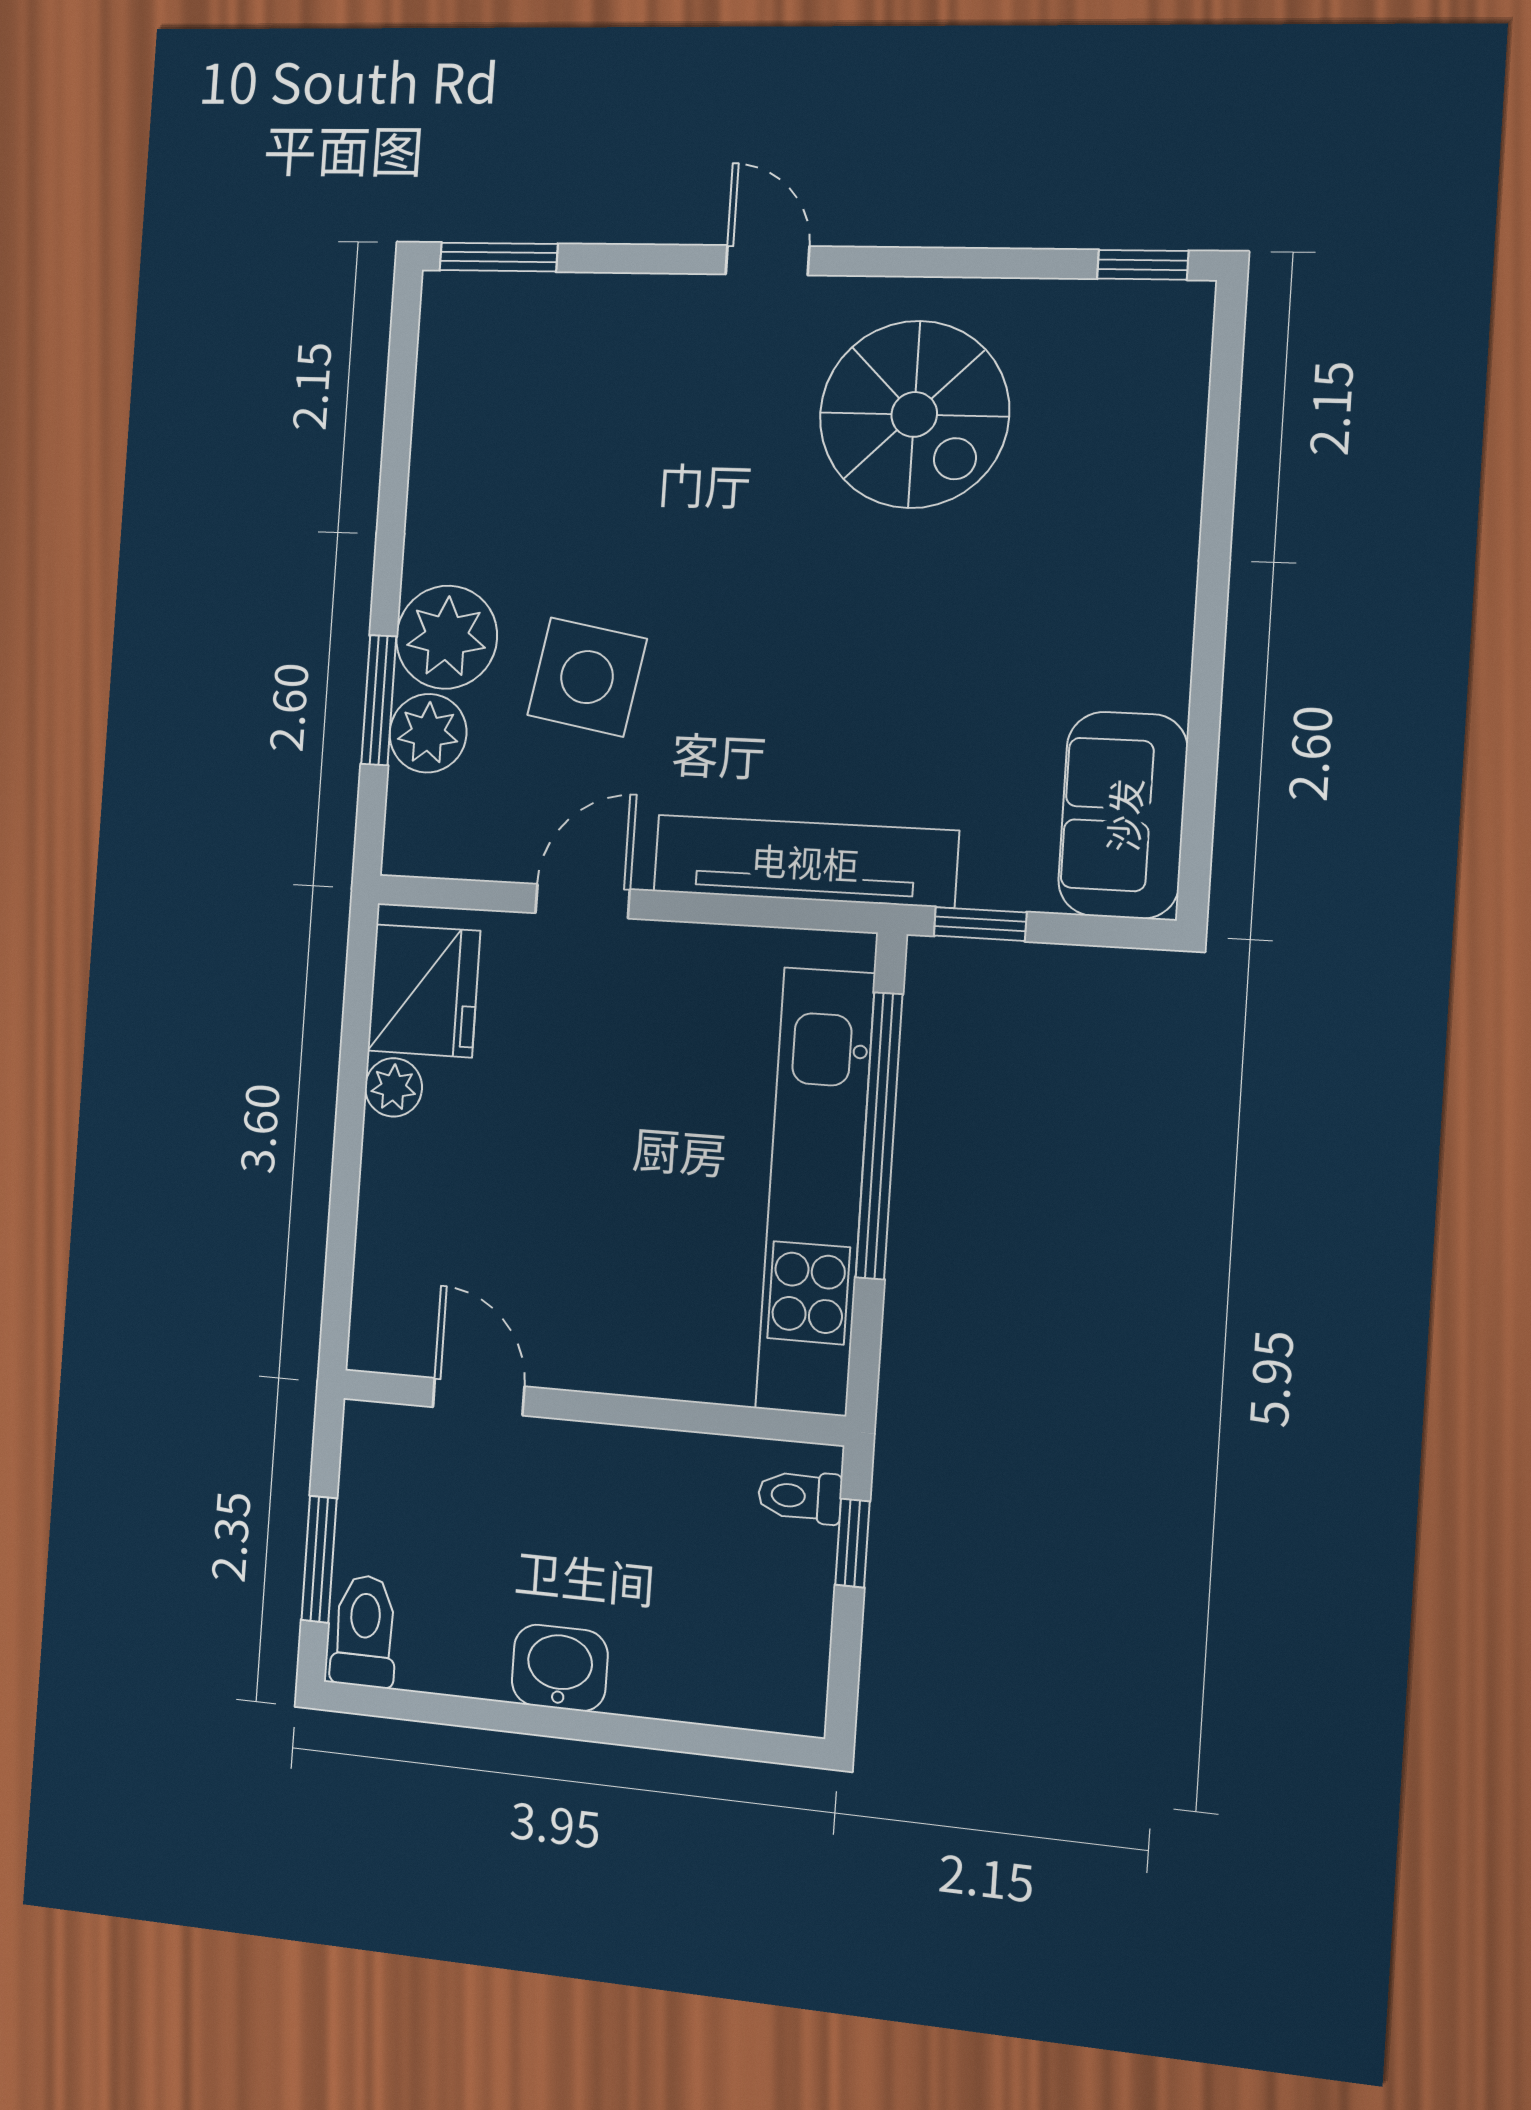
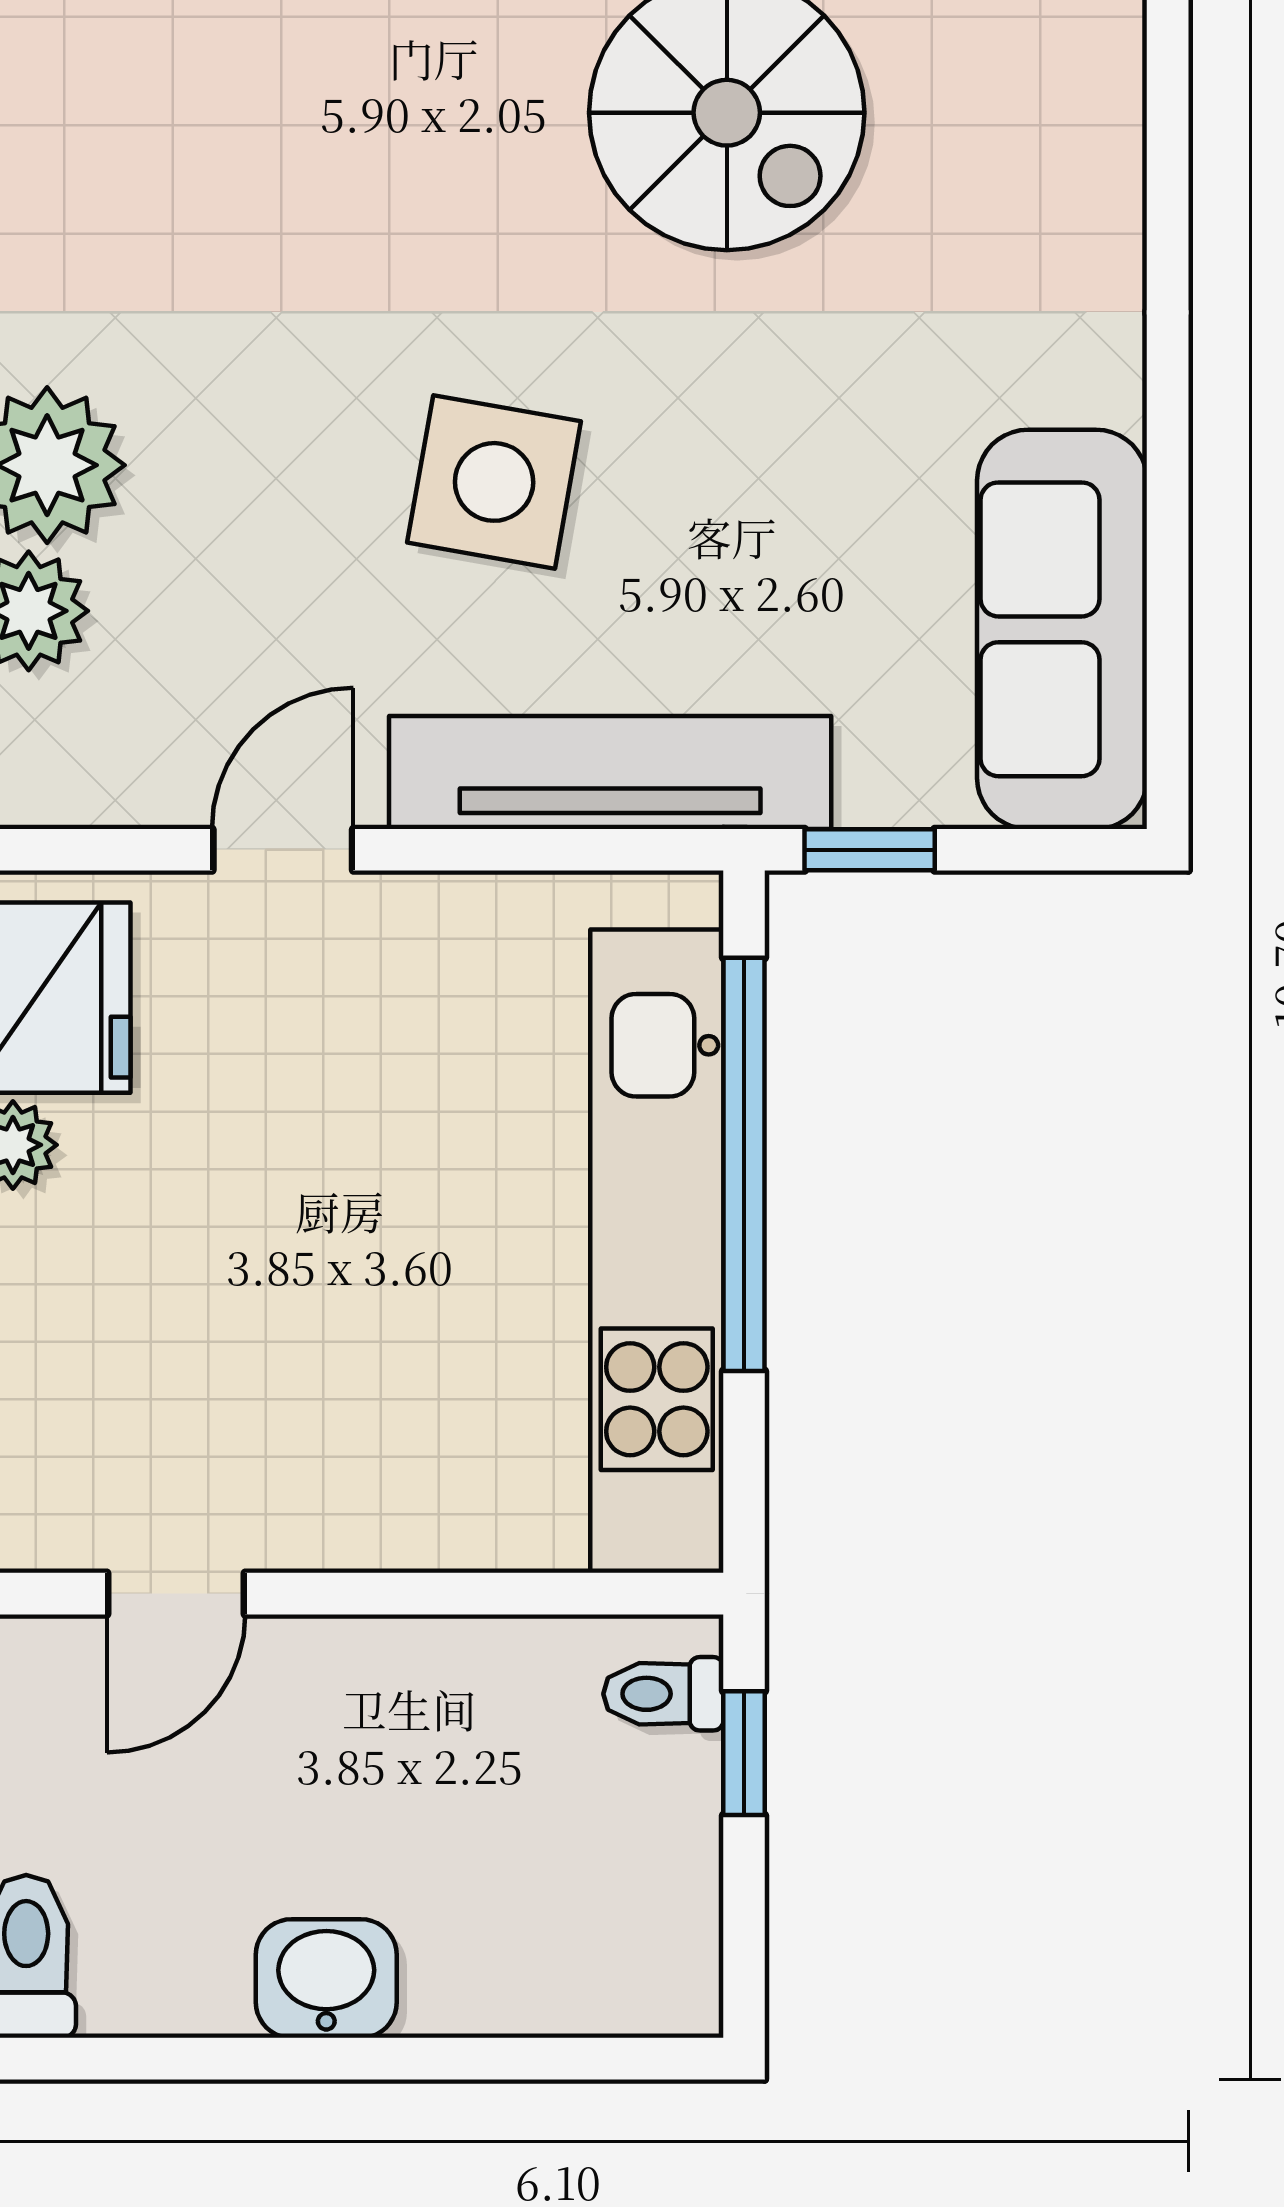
side table: (587, 677) -> (494, 482), moved
sofa: (1123, 815) -> (1062, 629), width x1.36
door: (479, 1397) -> (176, 1594), swing flipped

